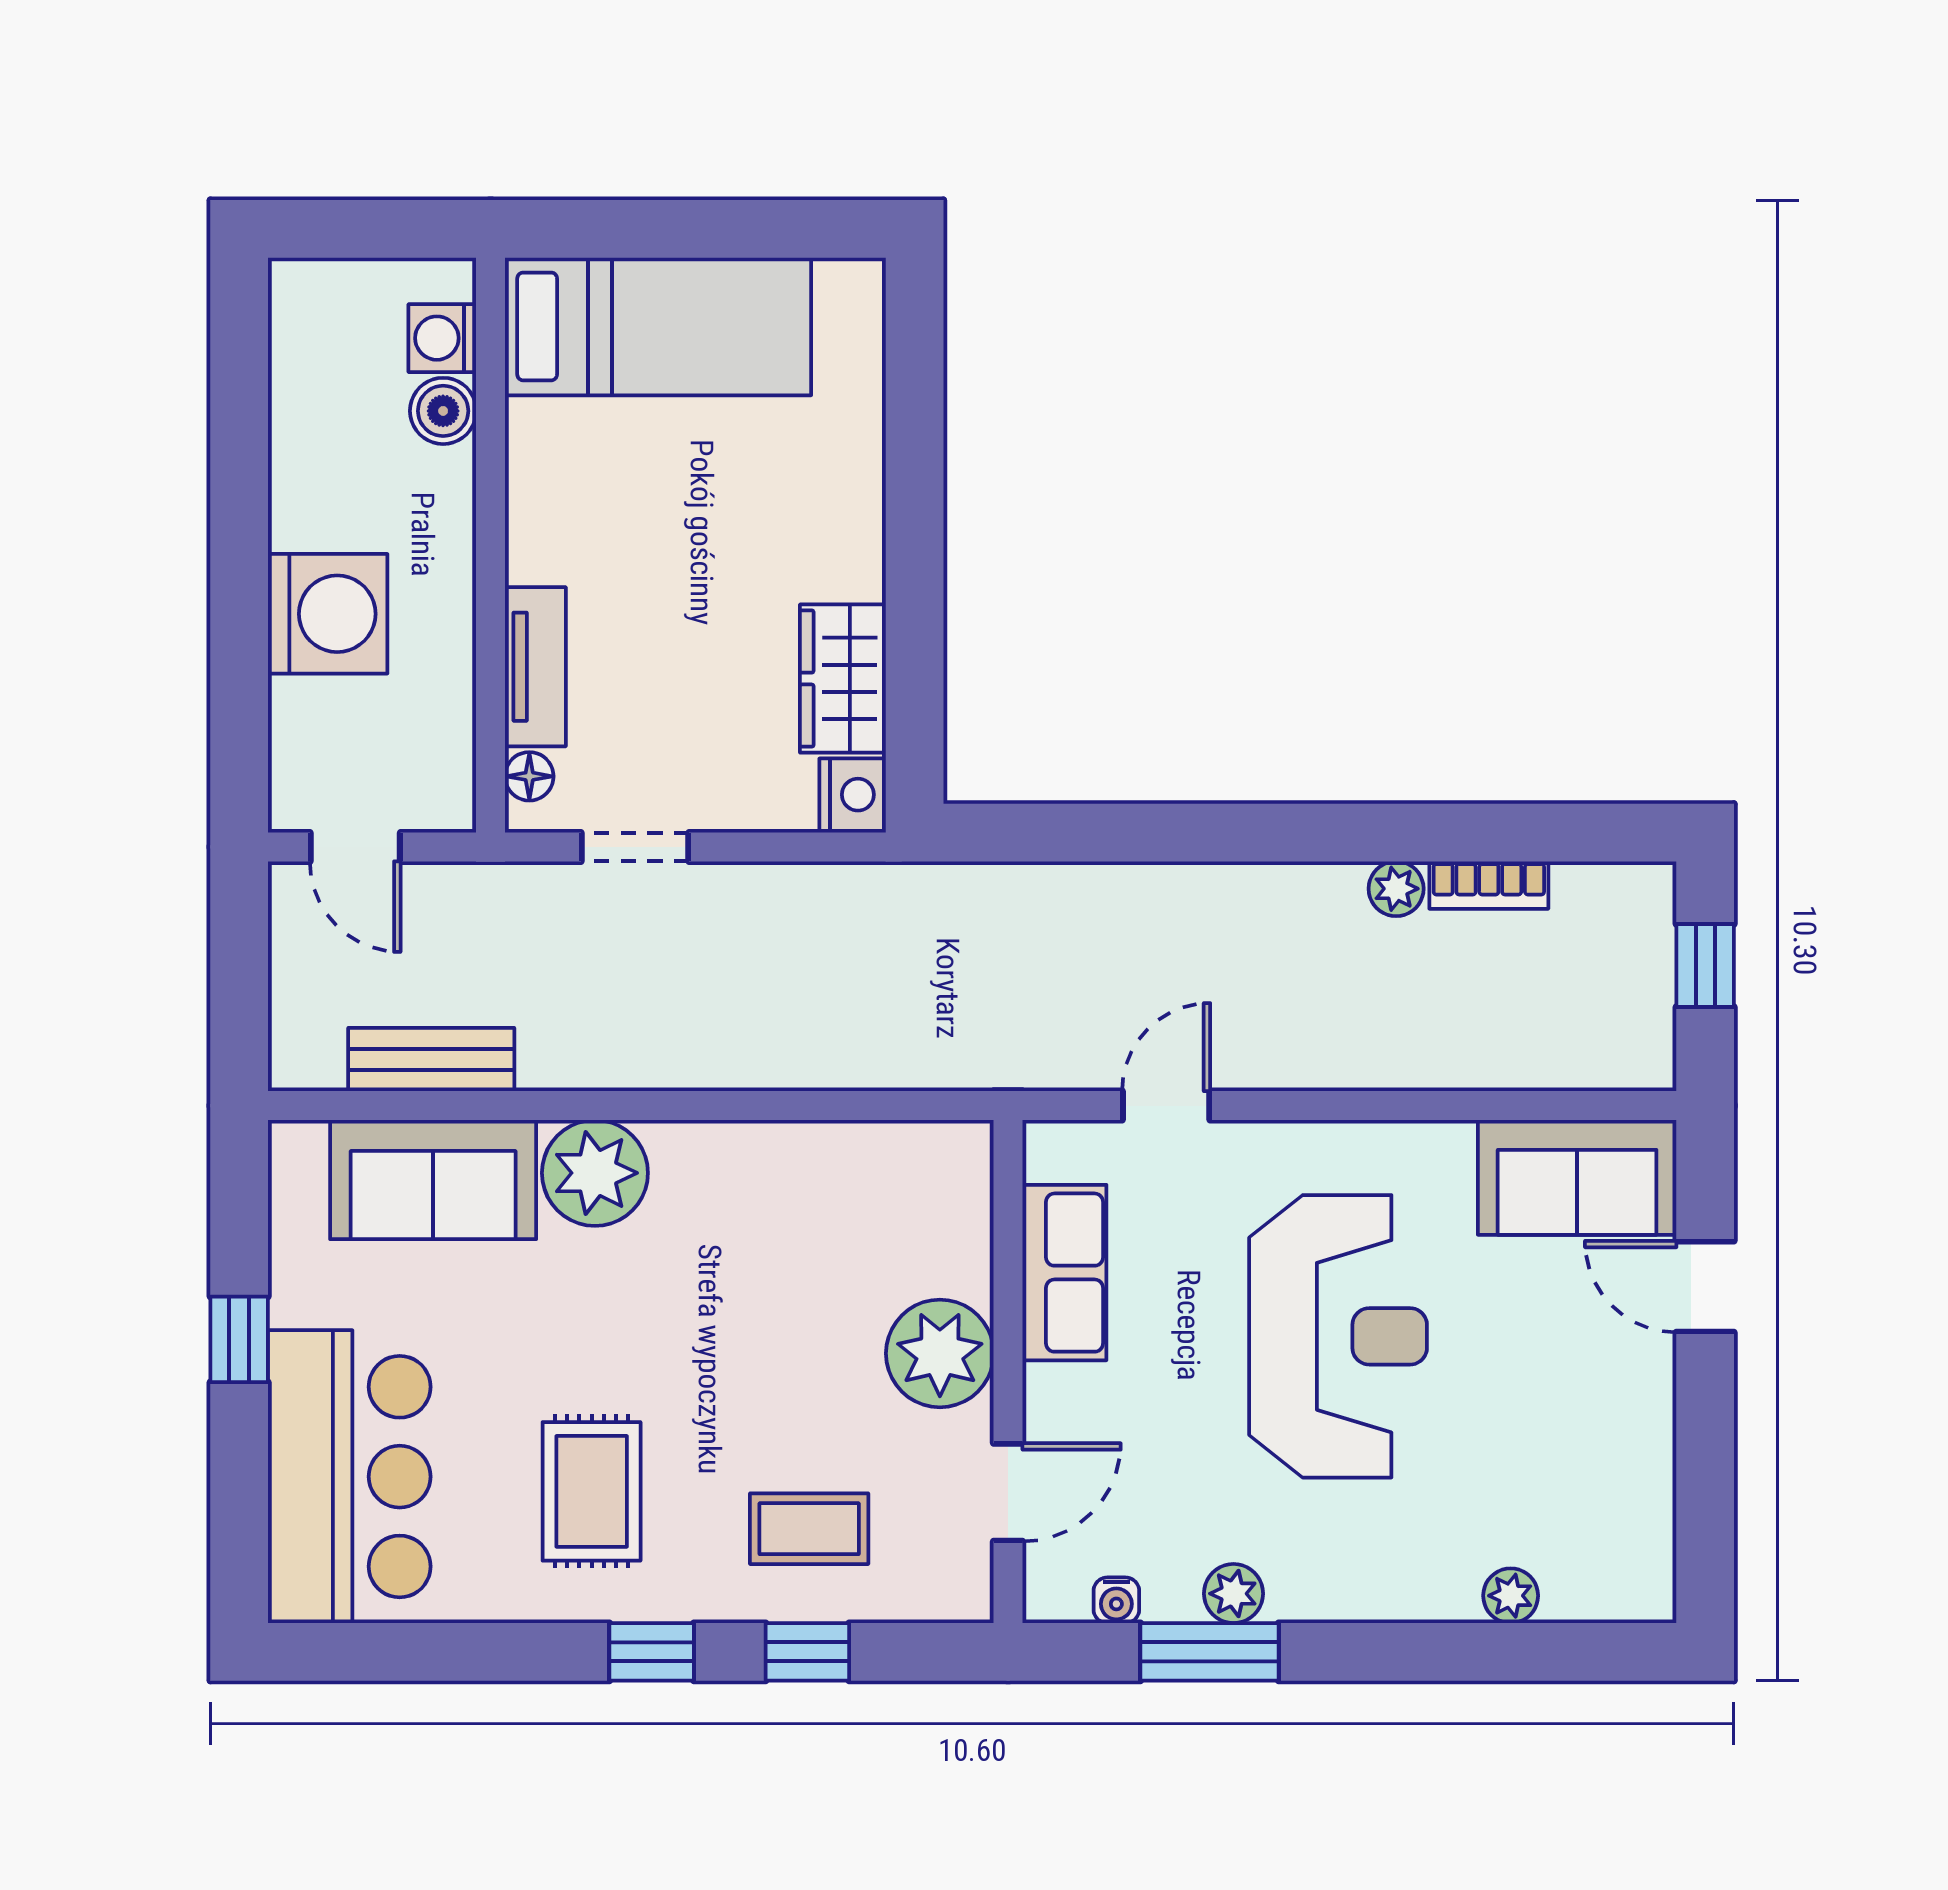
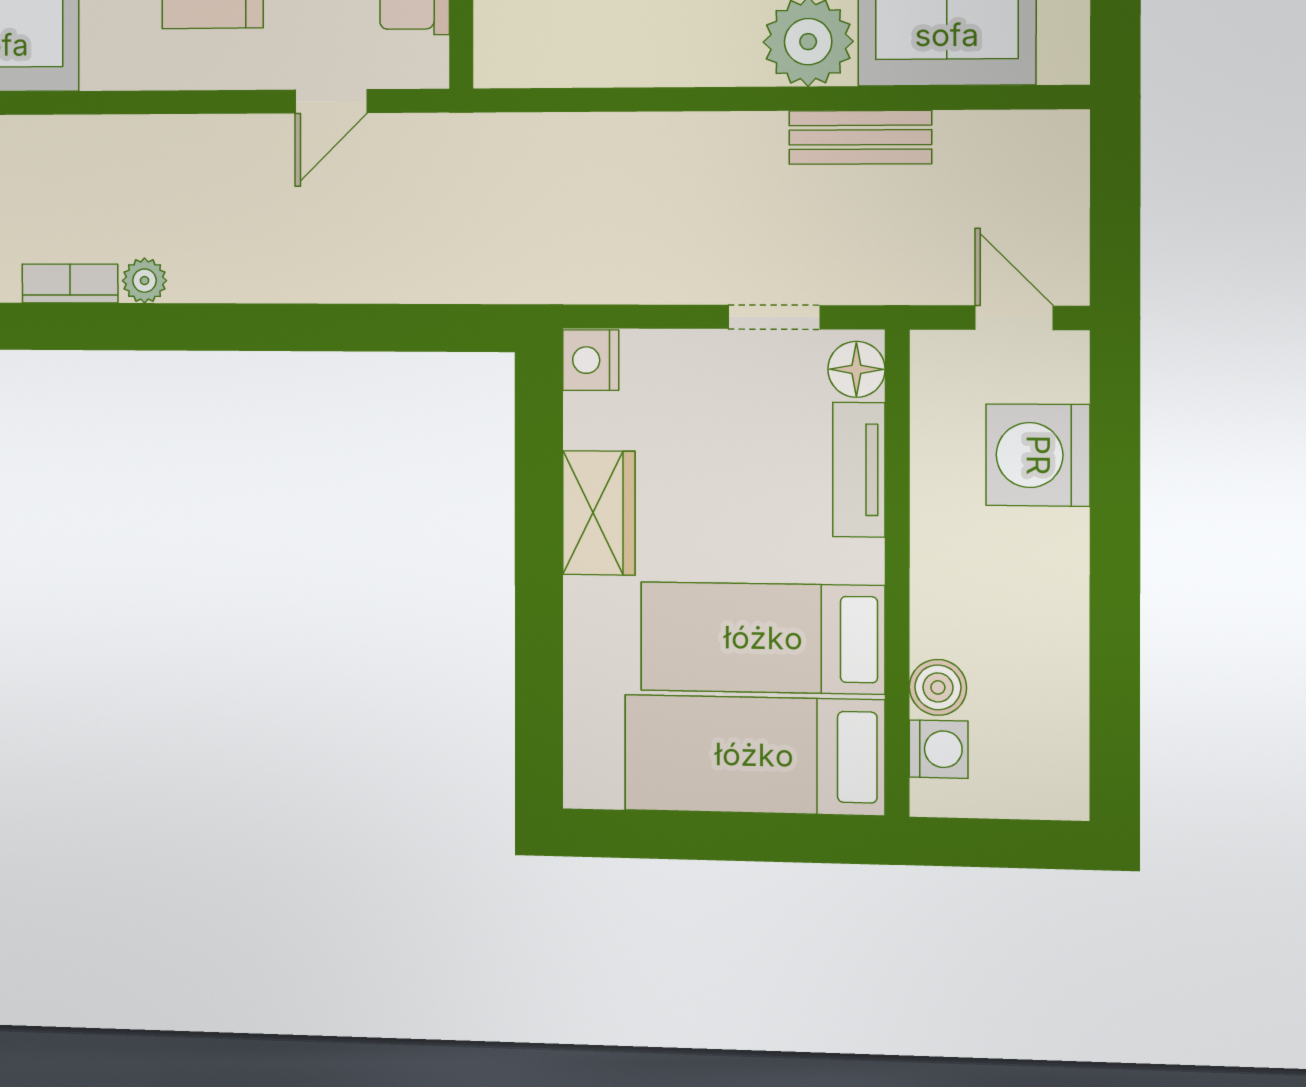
bed: (649, 466) -> (763, 638), added
washing machine: (328, 614) -> (1038, 455), moved
wardrobe: (843, 679) -> (599, 513), moved
floor lamp: (529, 776) -> (856, 369), width x1.37, depth x1.37
bench: (431, 1060) -> (860, 137), moved

